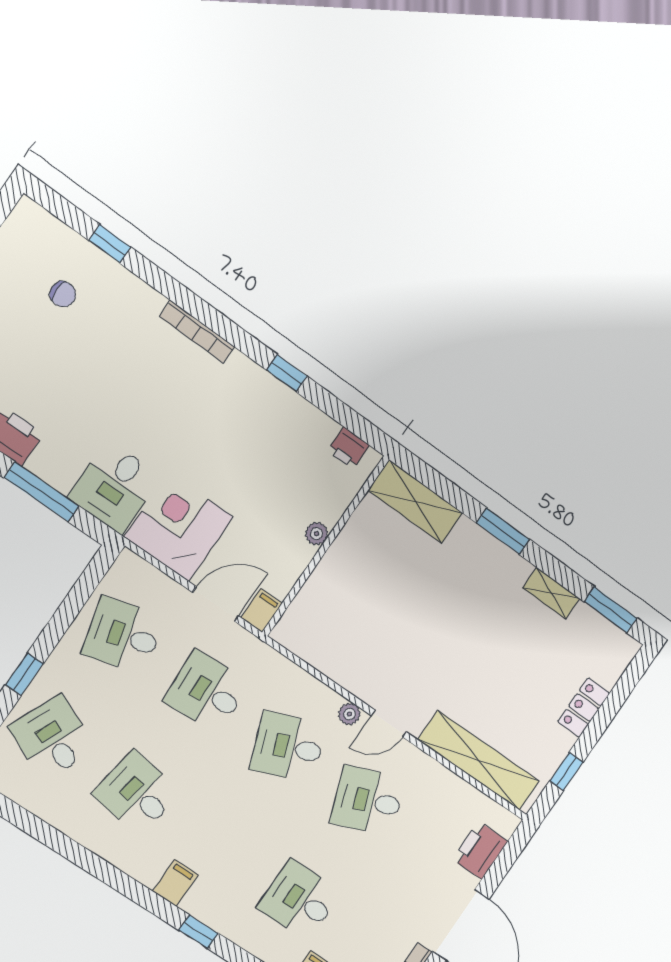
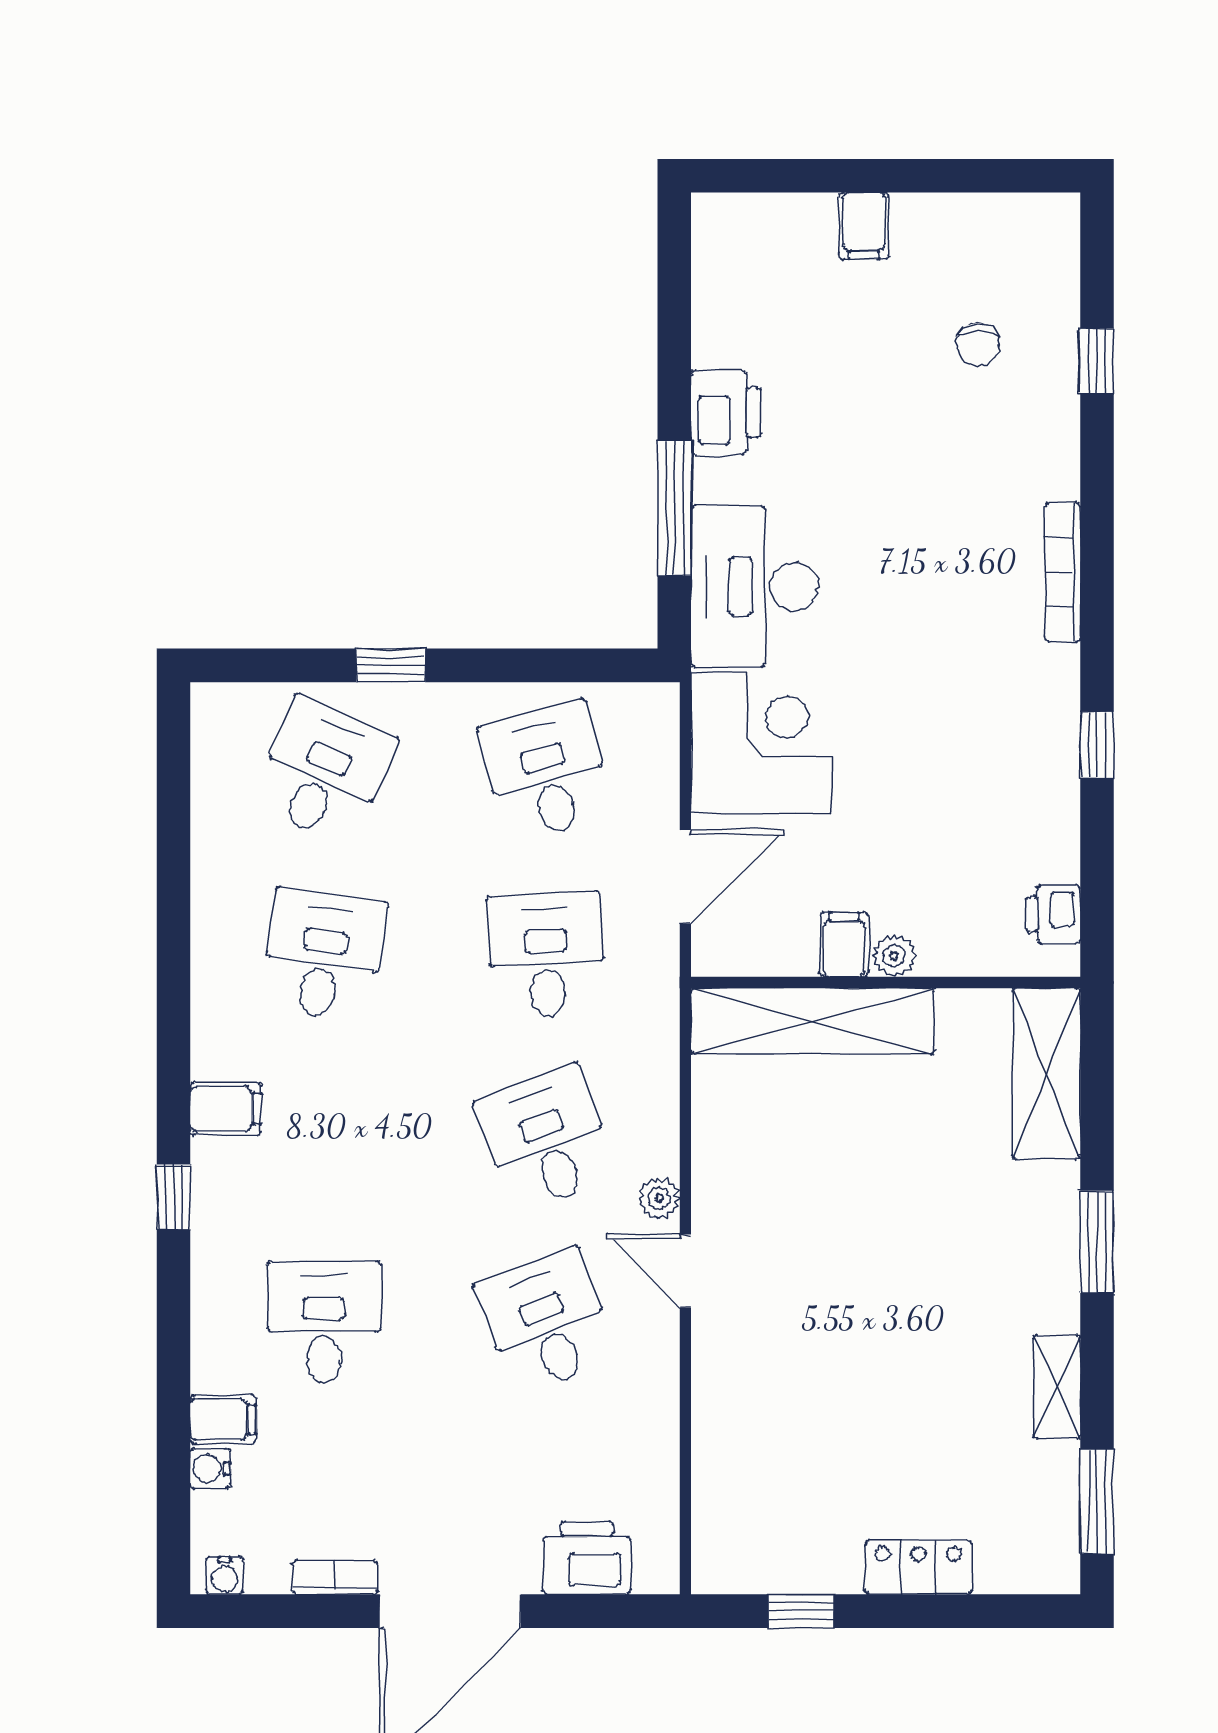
desk: (115, 487) -> (755, 586), width x1.37
door: (216, 604) -> (685, 877), hinge flipped
filing cabinet: (262, 610) -> (844, 945), moved, turned -90
shelving: (479, 761) -> (813, 1021), moved, turned 90

